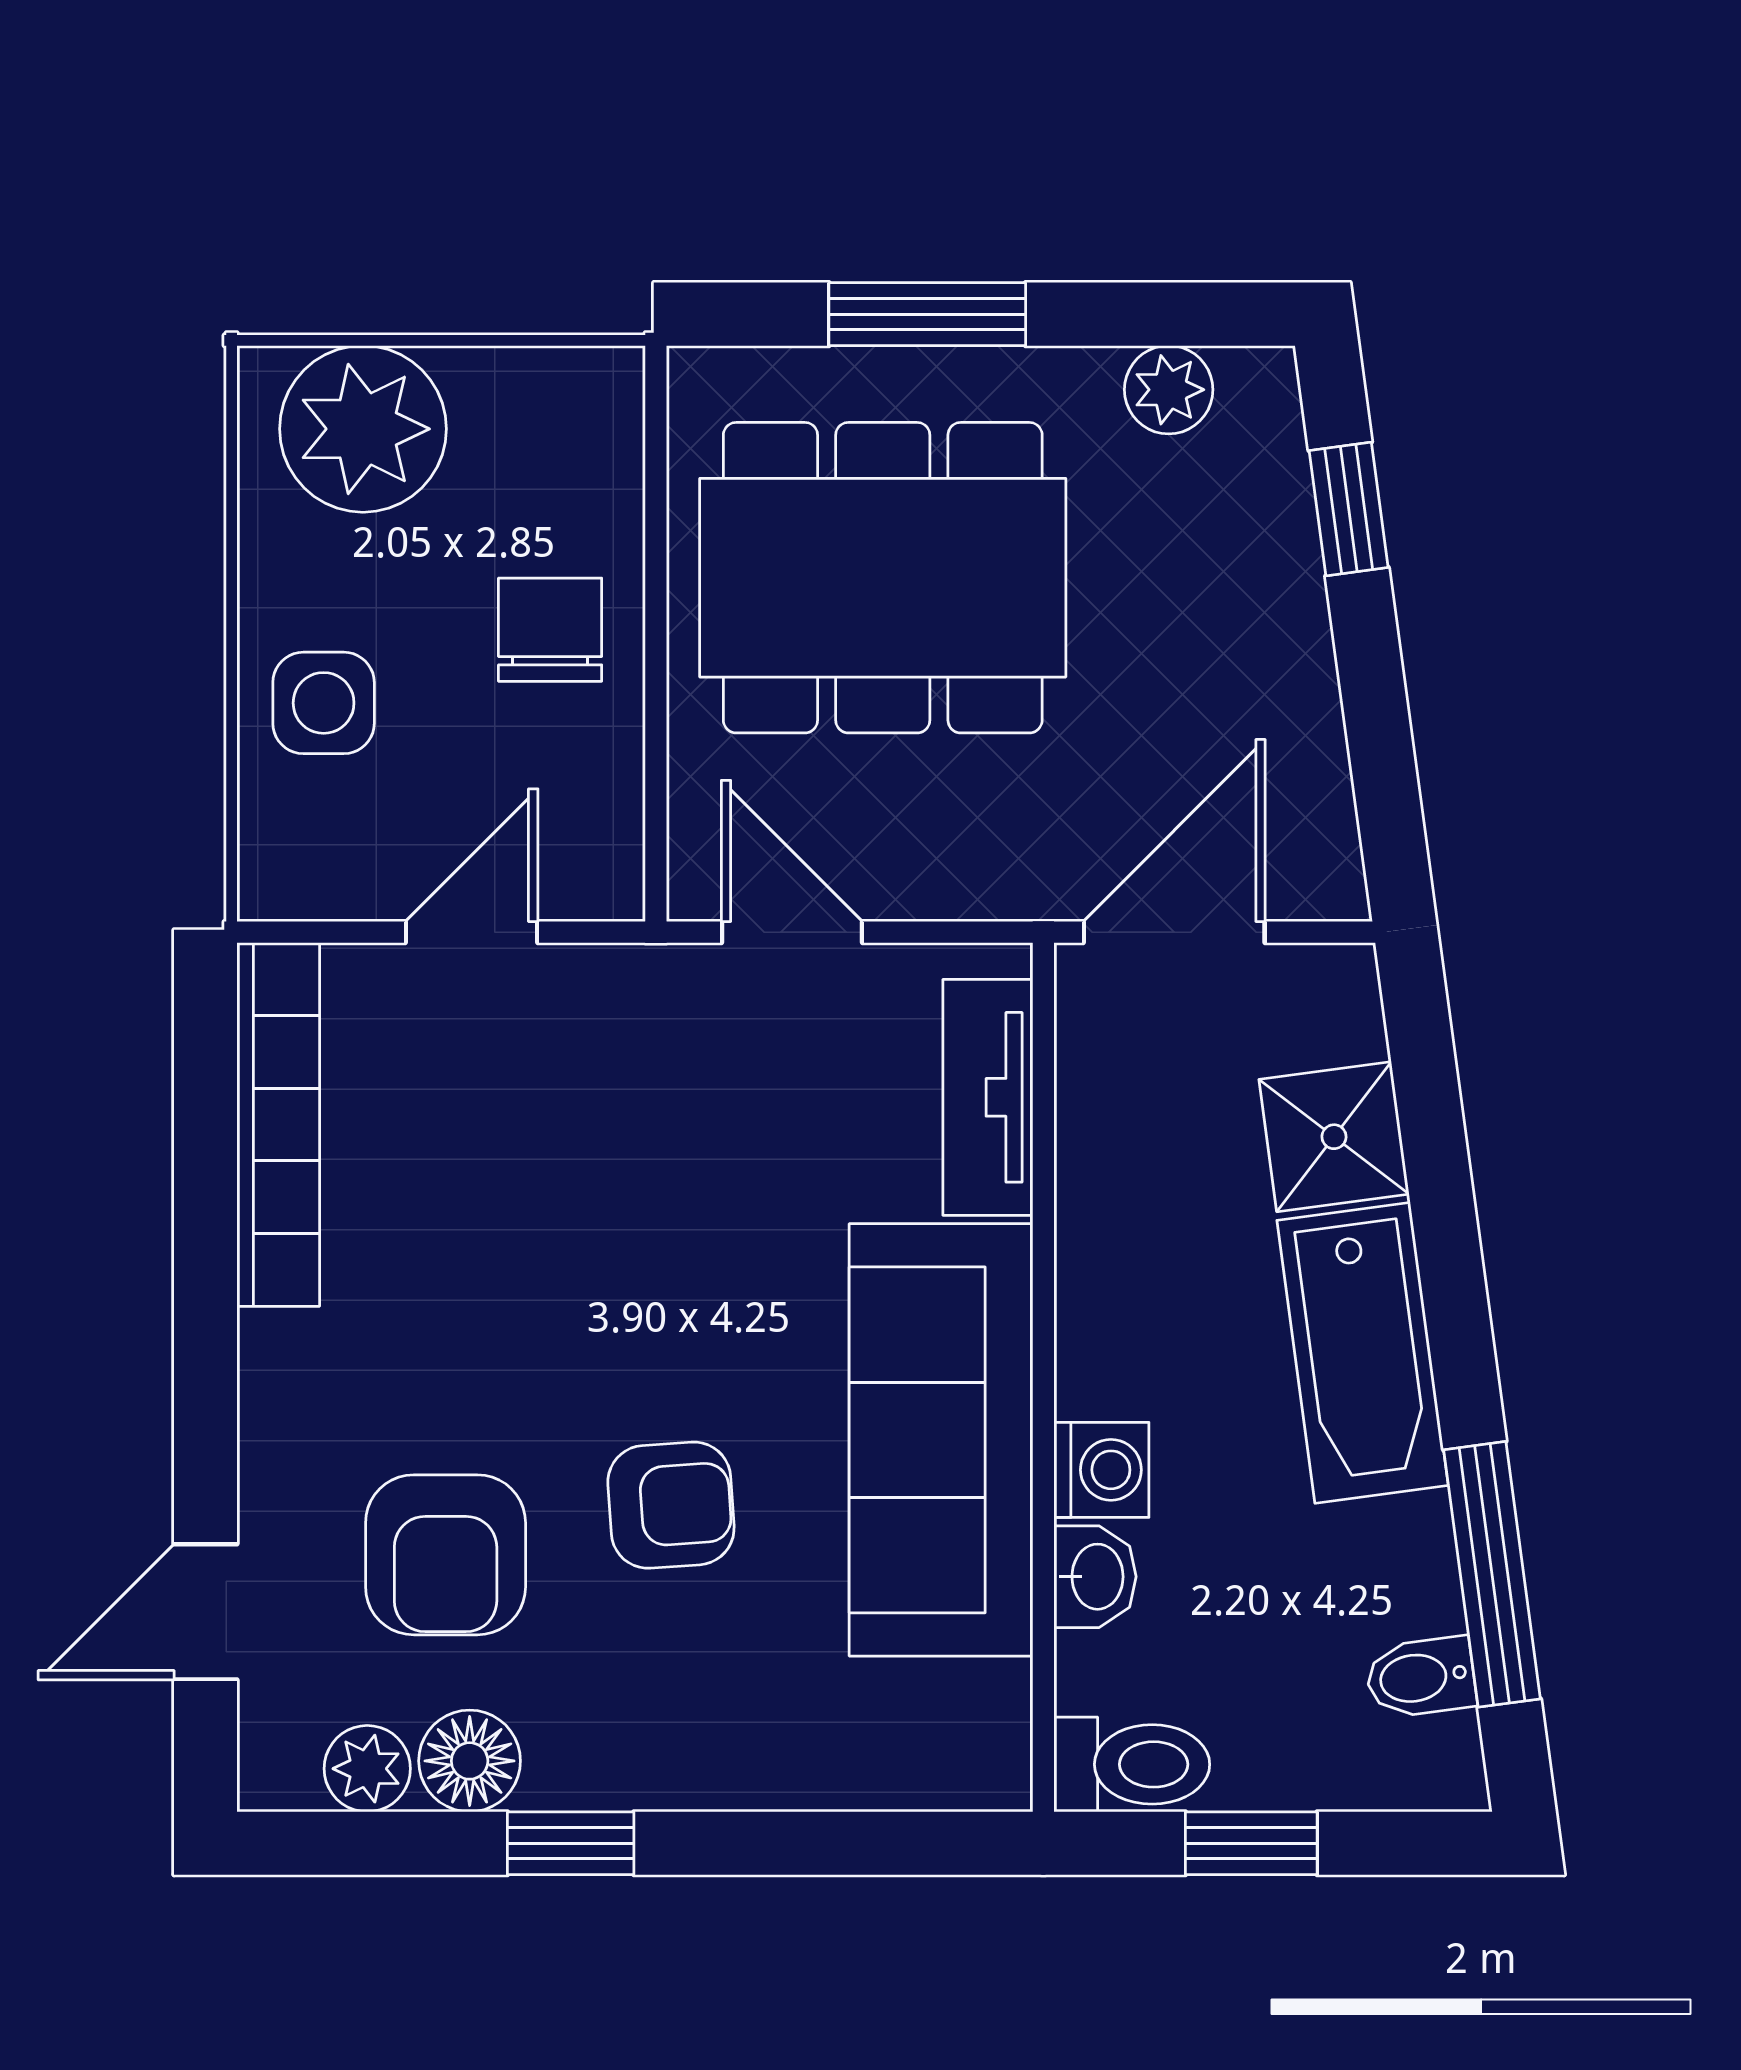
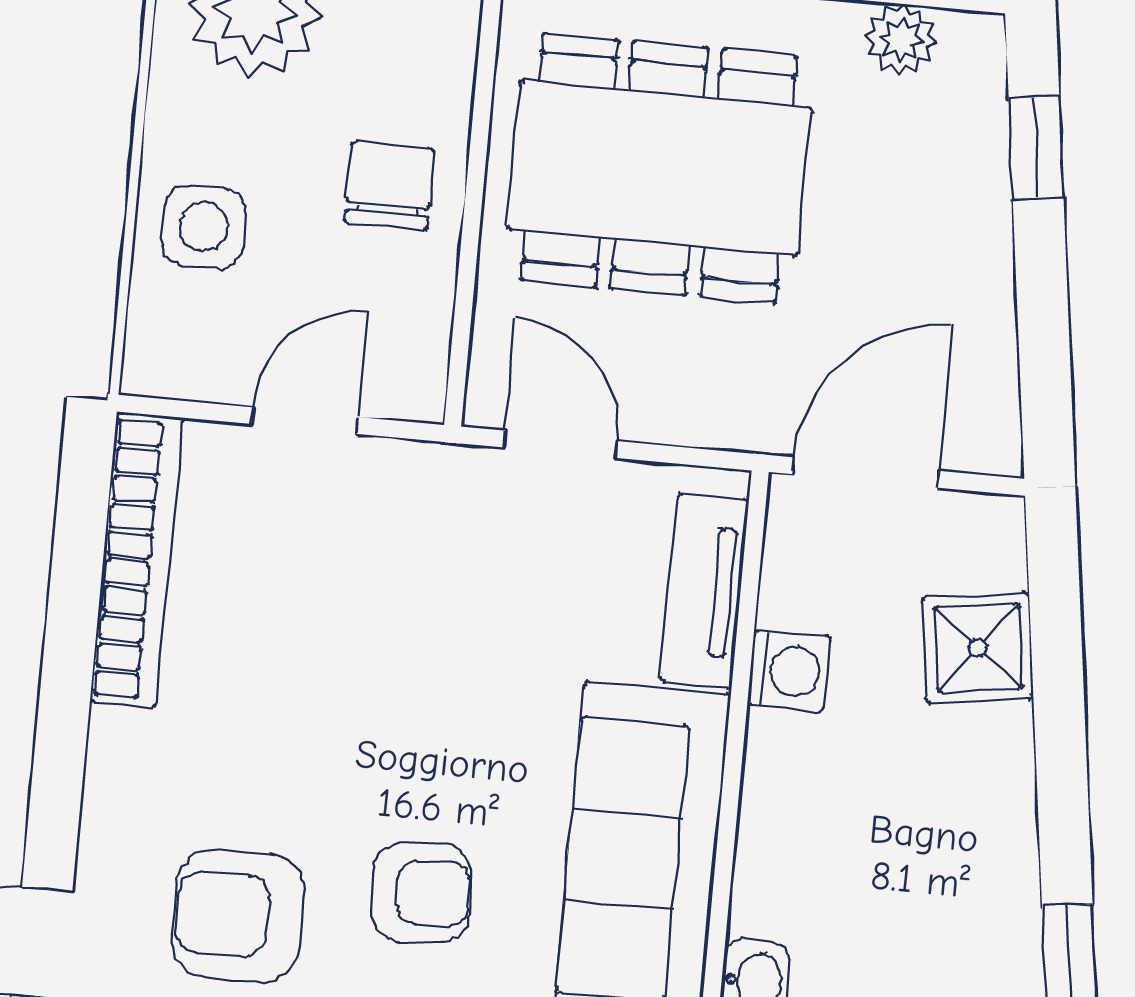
bathtub: (1363, 1353) -> (985, 822), removed
washing machine: (1101, 1470) -> (788, 671), moved
armchair: (446, 1555) -> (238, 916), turned 90

